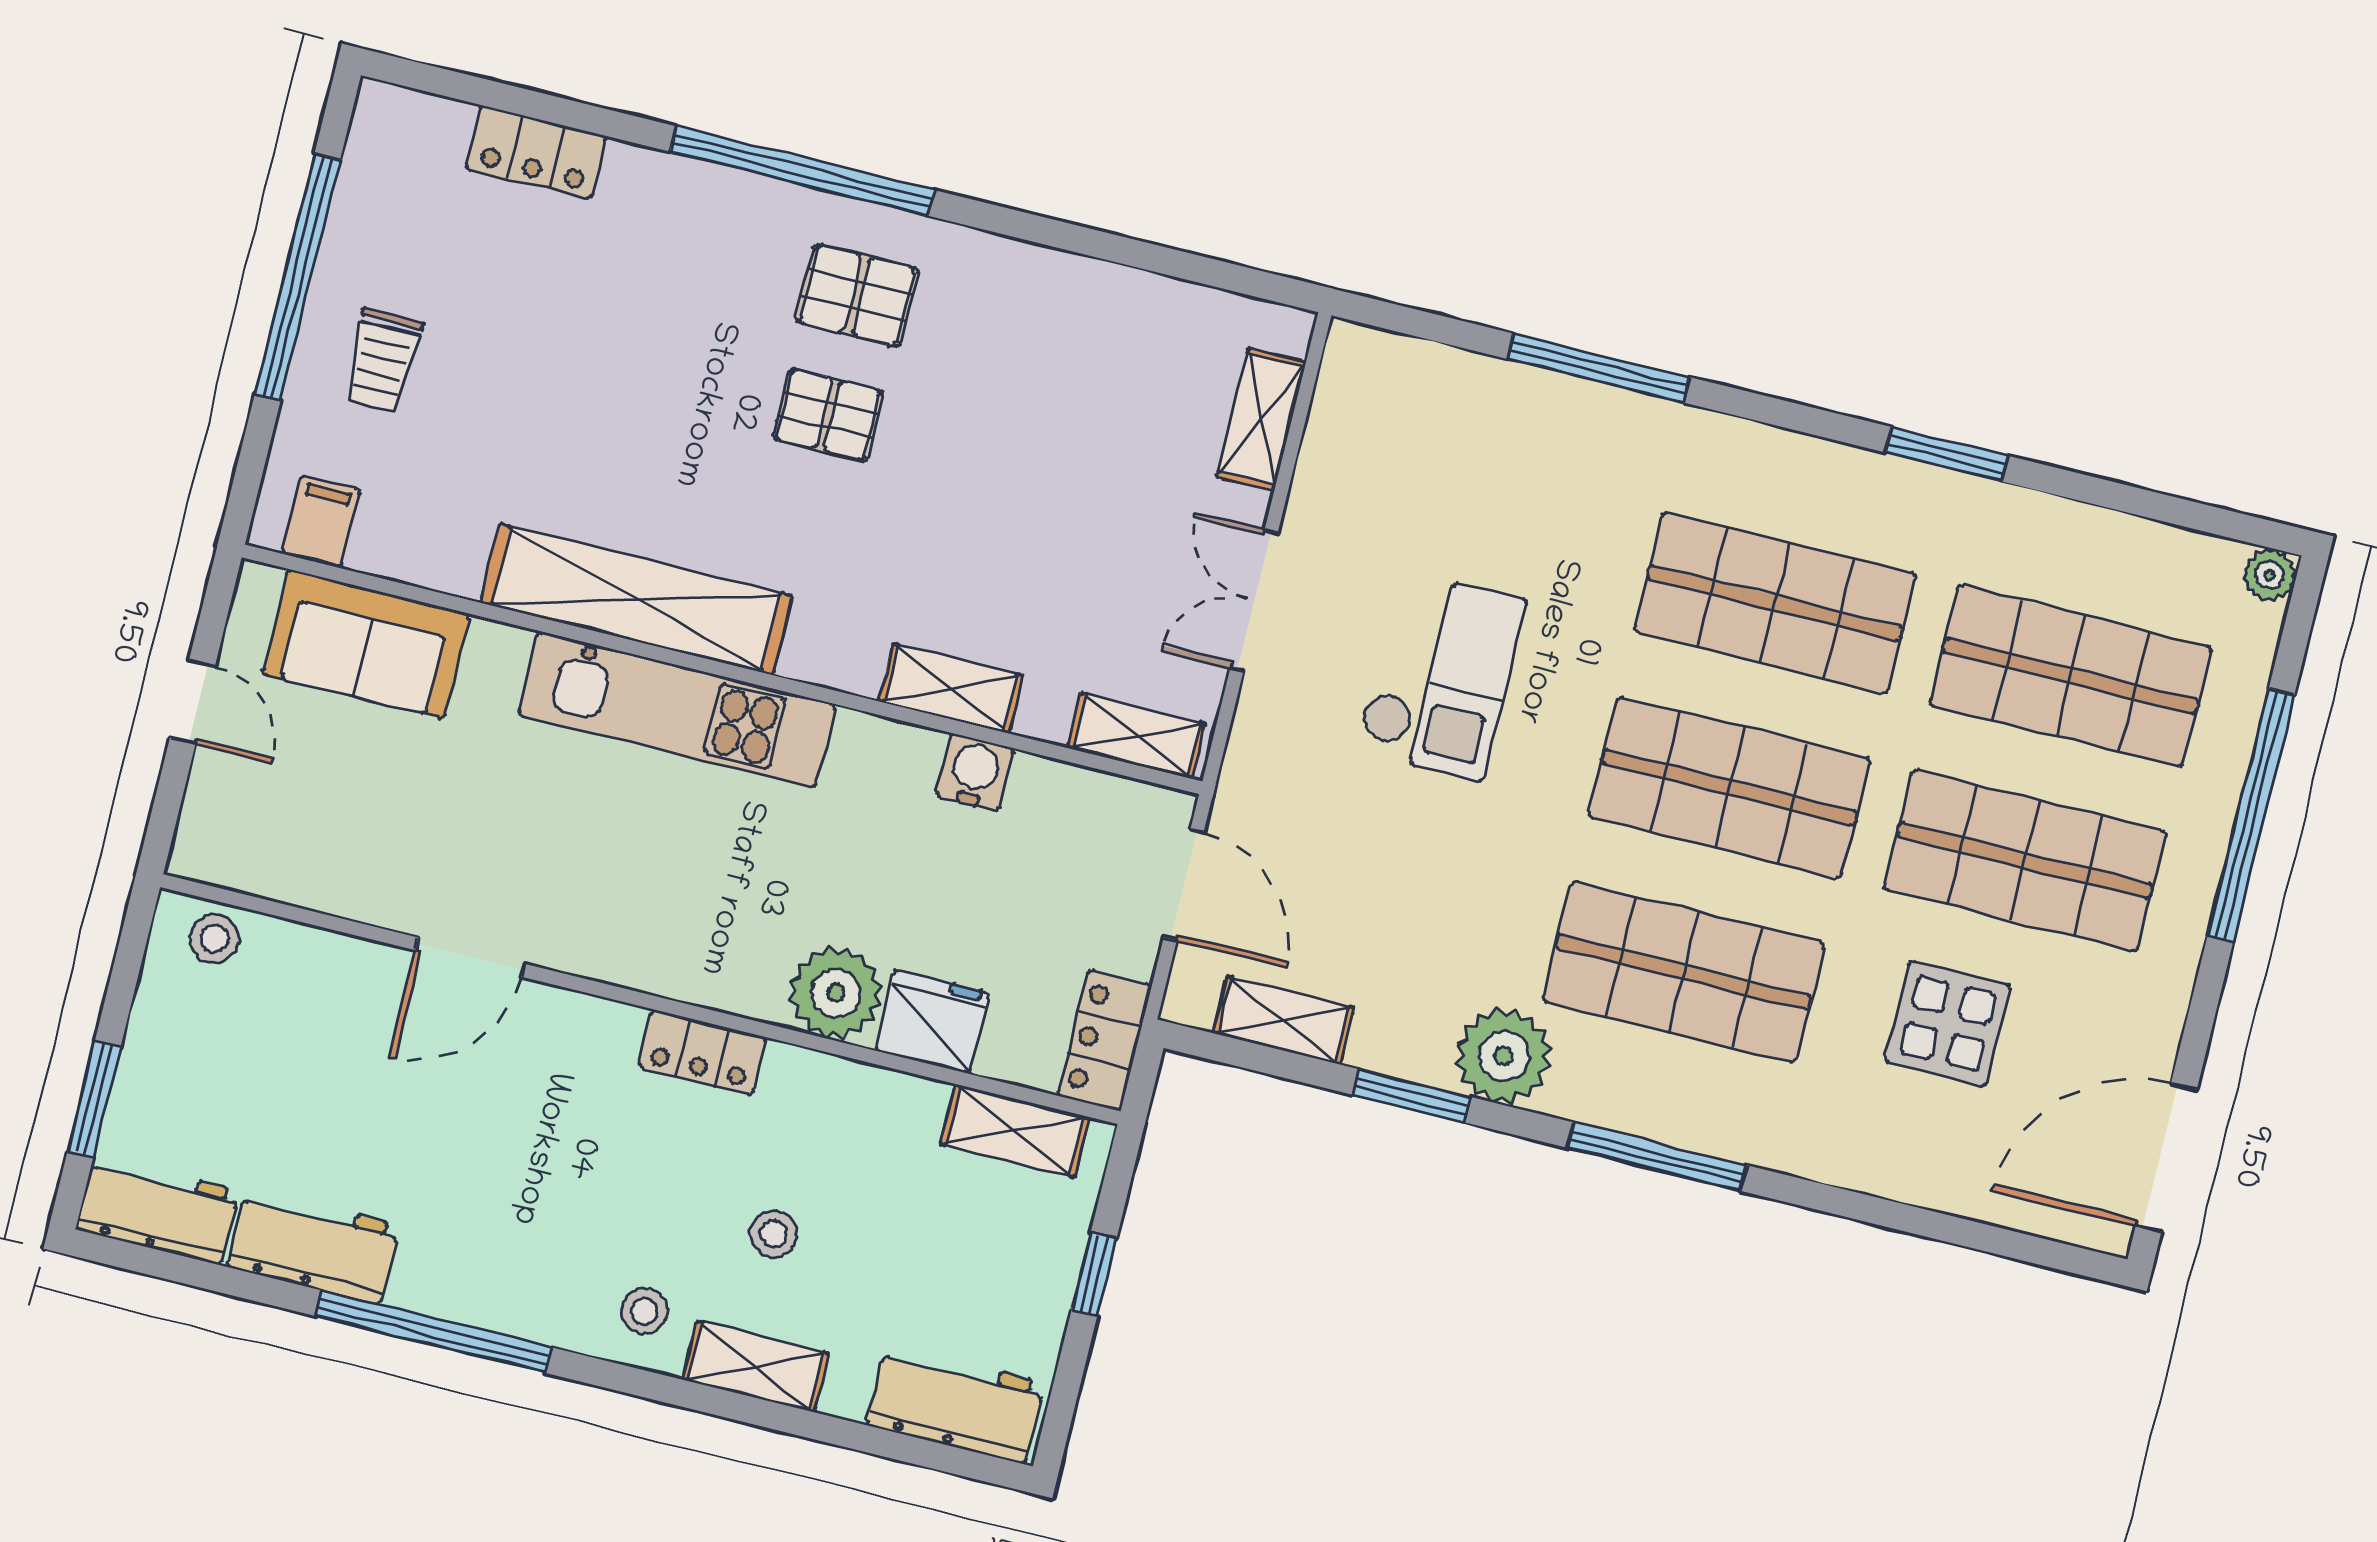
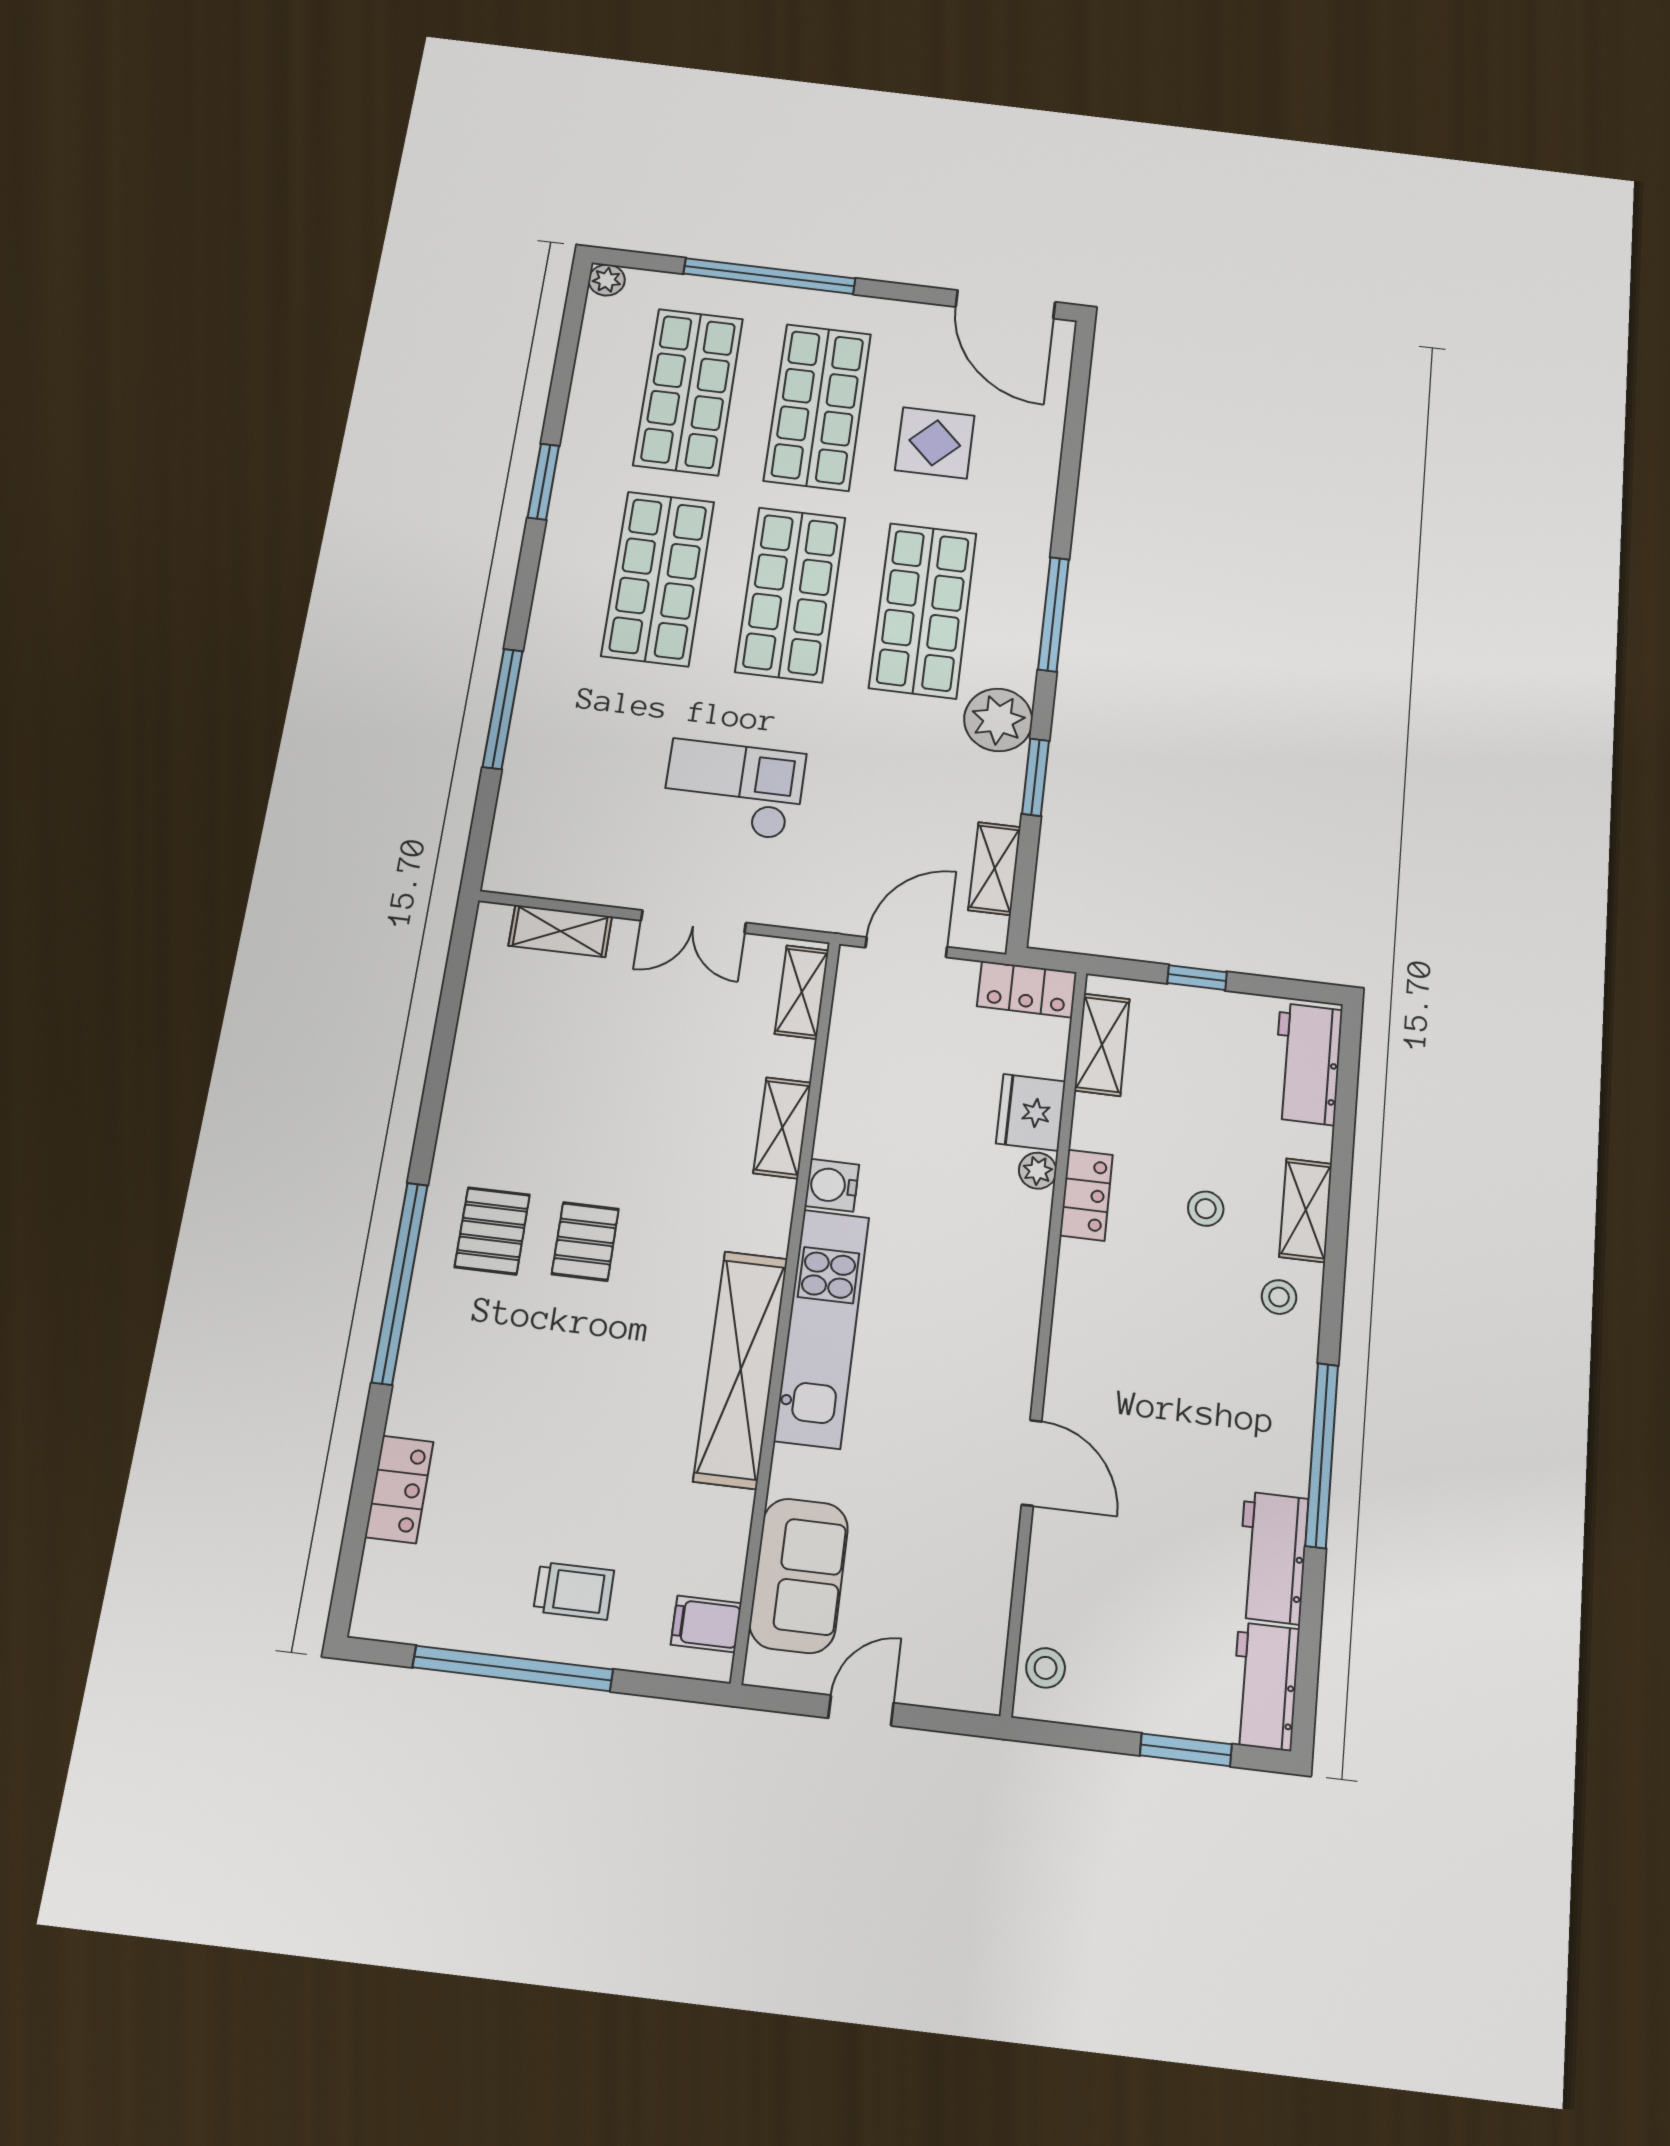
water cooler: (975, 772) -> (832, 1185), moved
plant: (836, 993) -> (1038, 1171), width x0.53, depth x0.53
locker: (702, 1052) -> (1086, 1195), moved

